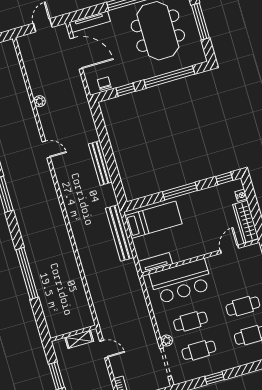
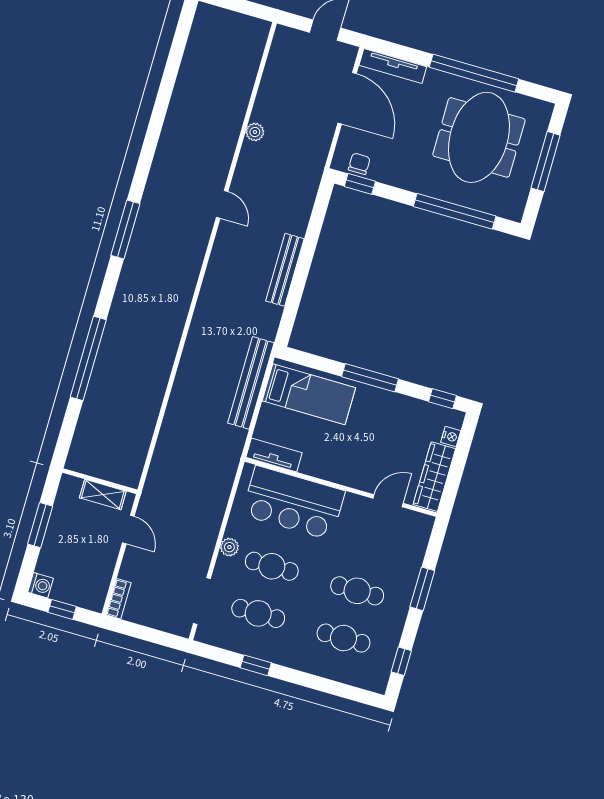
window: (125, 90) -> (360, 184), moved
plant: (167, 341) -> (229, 547), moved

